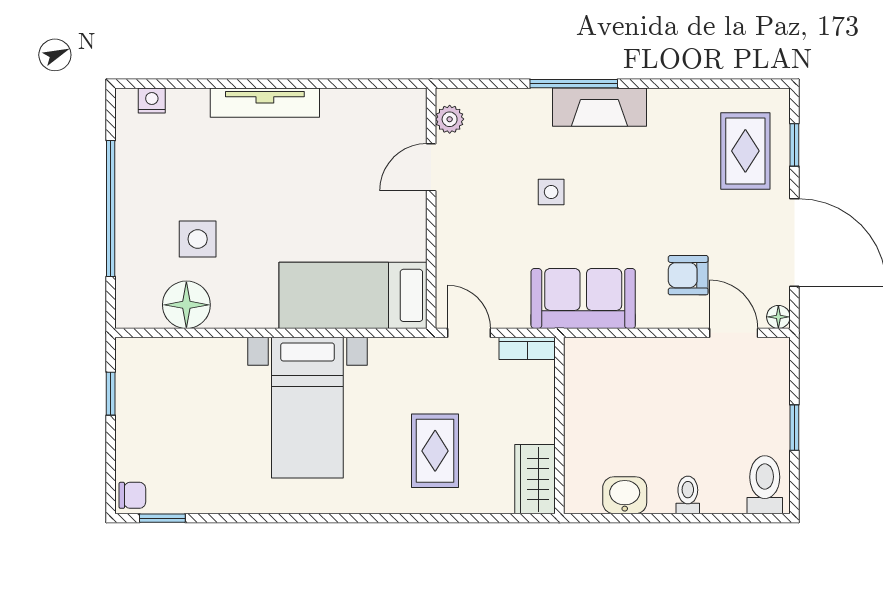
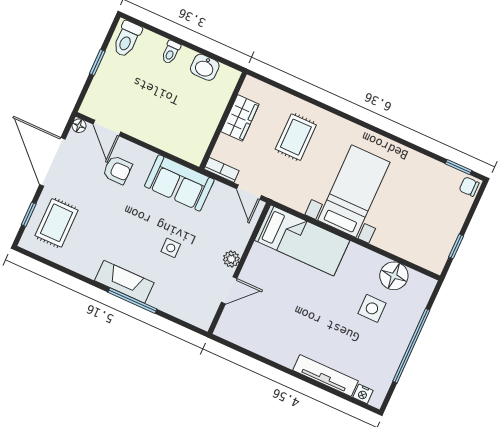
tv unit: (265, 103) -> (326, 376), moved
plant: (450, 119) -> (231, 259), moved
wardrobe: (535, 479) -> (240, 118), moved

